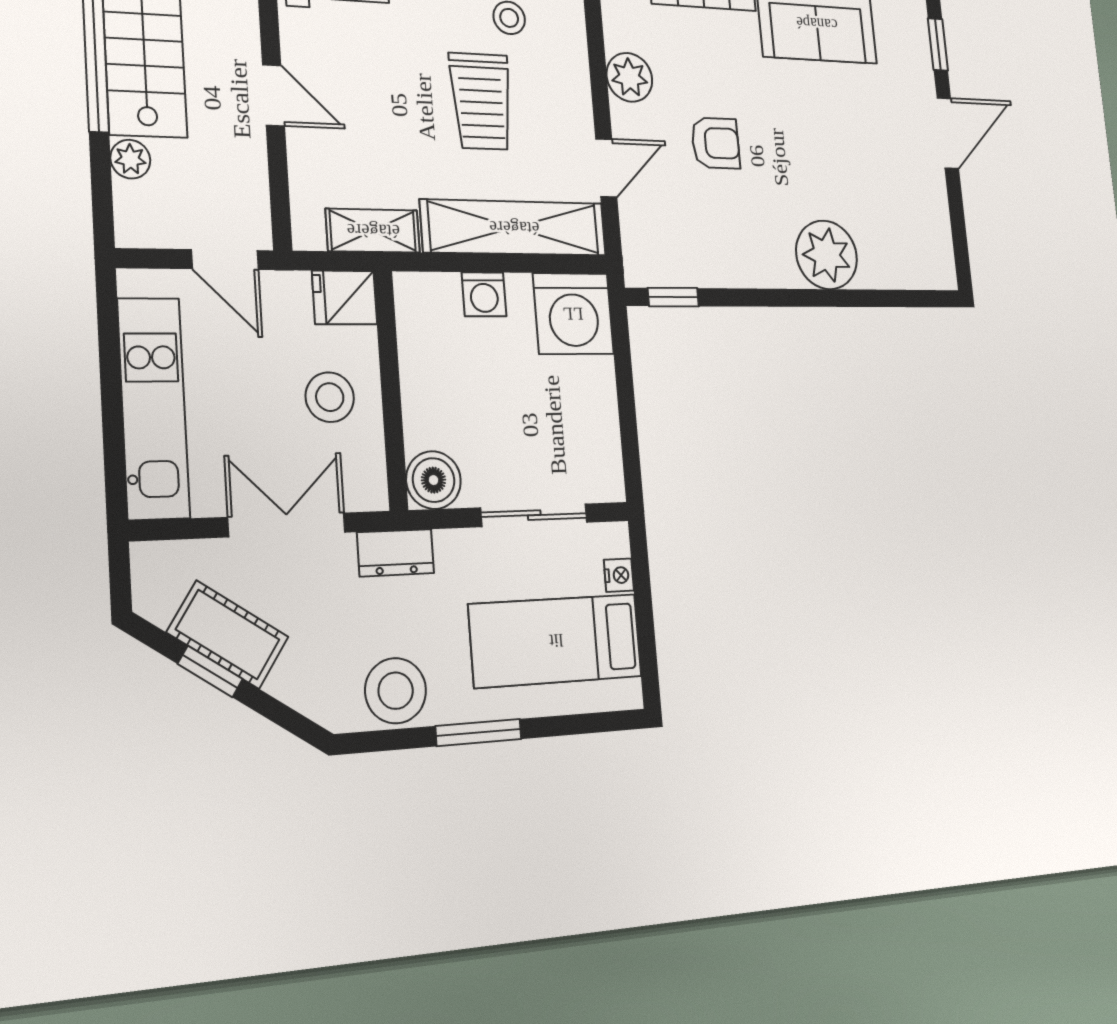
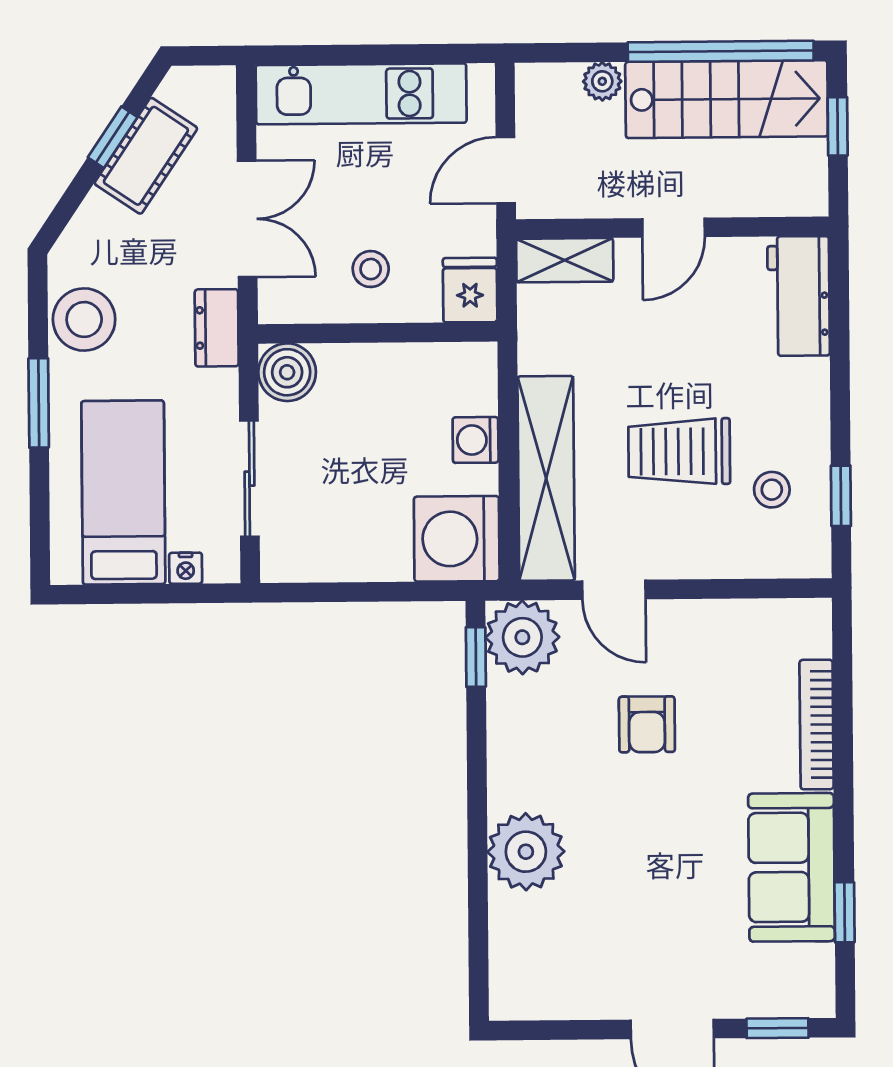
plant: (629, 77) -> (522, 637), moved, width x1.36, depth x1.36
shelving: (373, 231) -> (565, 260), moved, turned 90
stool: (330, 397) -> (371, 269), width x0.73, depth x0.73

